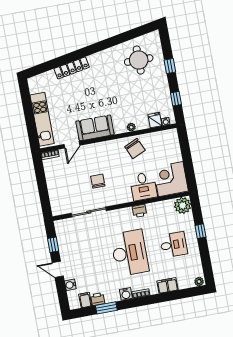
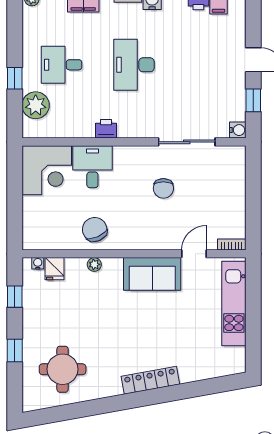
locker: (72, 68) -> (150, 380), moved
plant: (183, 205) -> (36, 105), moved
desk: (130, 253) -> (134, 65), width x0.73, depth x0.77
water cooler: (70, 285) -> (238, 130), moved

